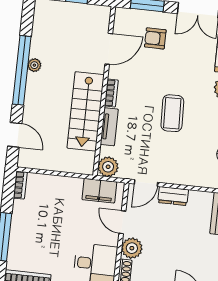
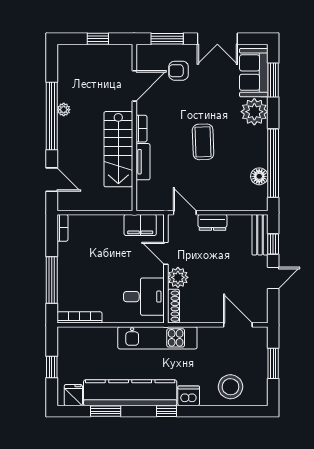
plant: (108, 167) -> (146, 201), removed
door: (146, 183) -> (185, 213), swing flipped

